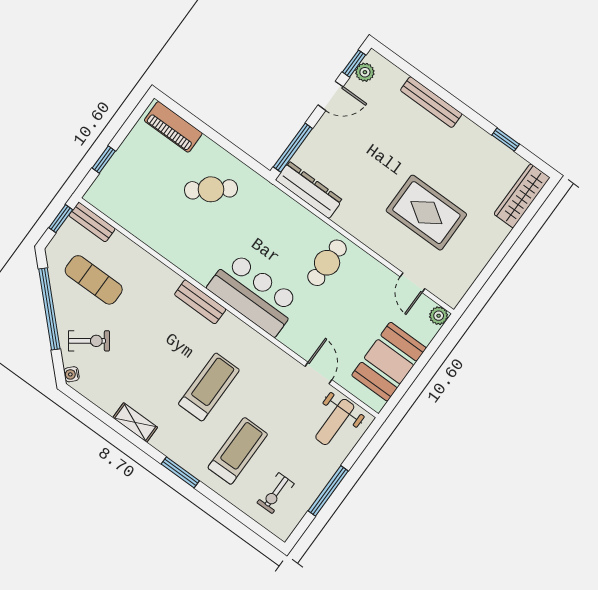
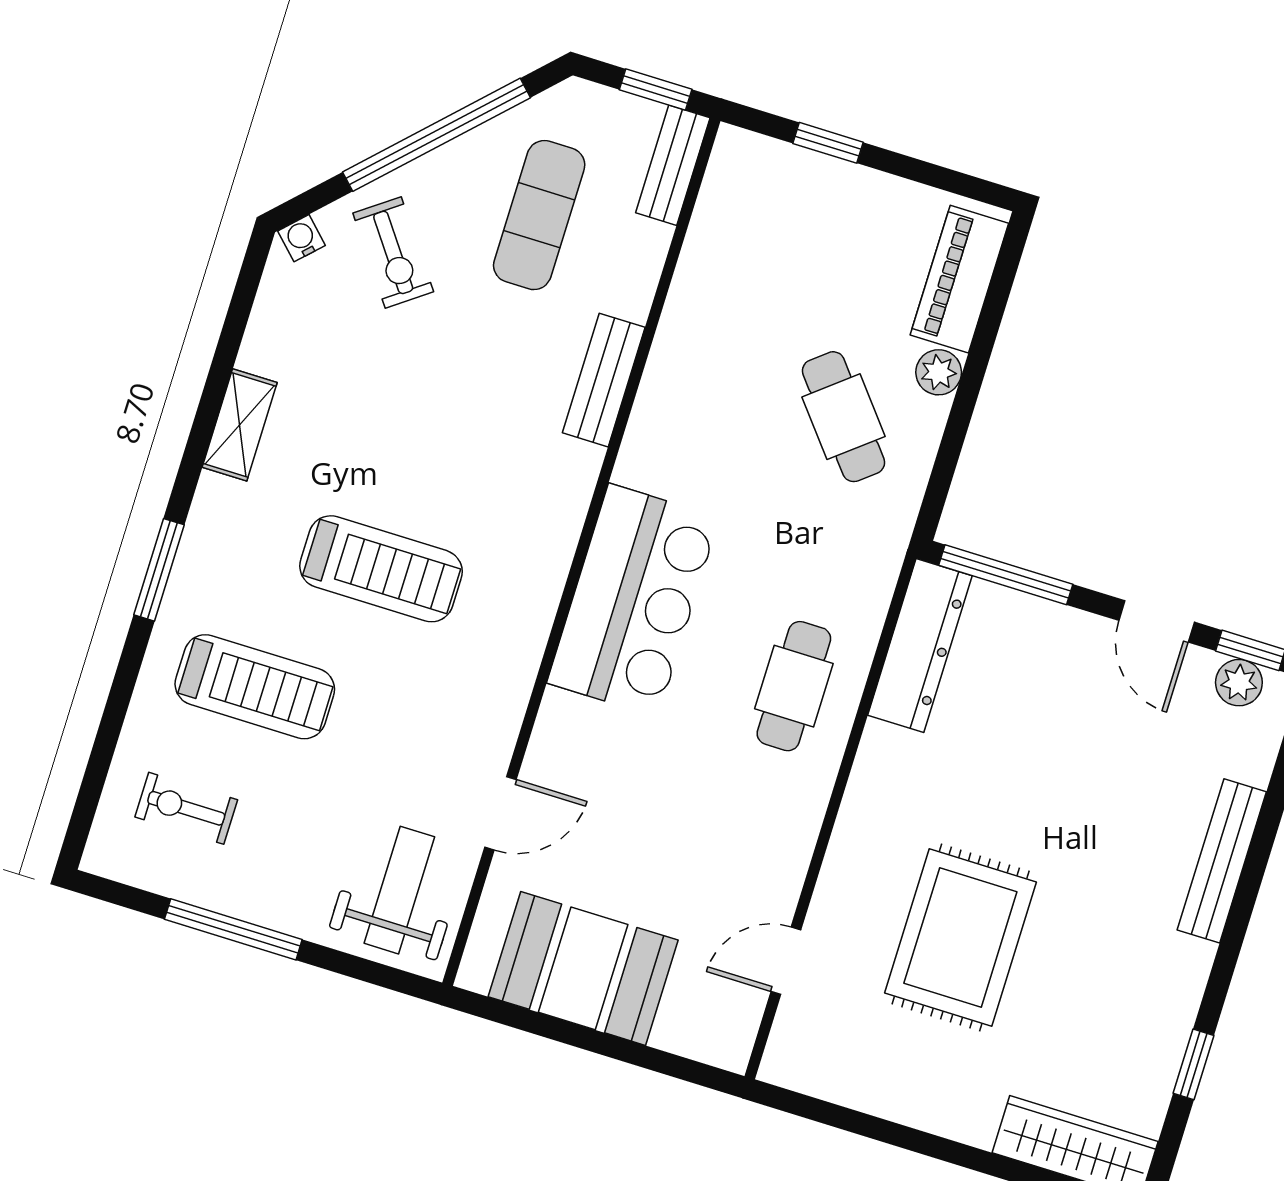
cafe table: (327, 263) -> (794, 686), moved, turned 90
bench: (200, 302) -> (604, 380), moved
plant: (439, 316) -> (939, 372), moved
weight bench: (335, 422) -> (399, 890), turned 90

